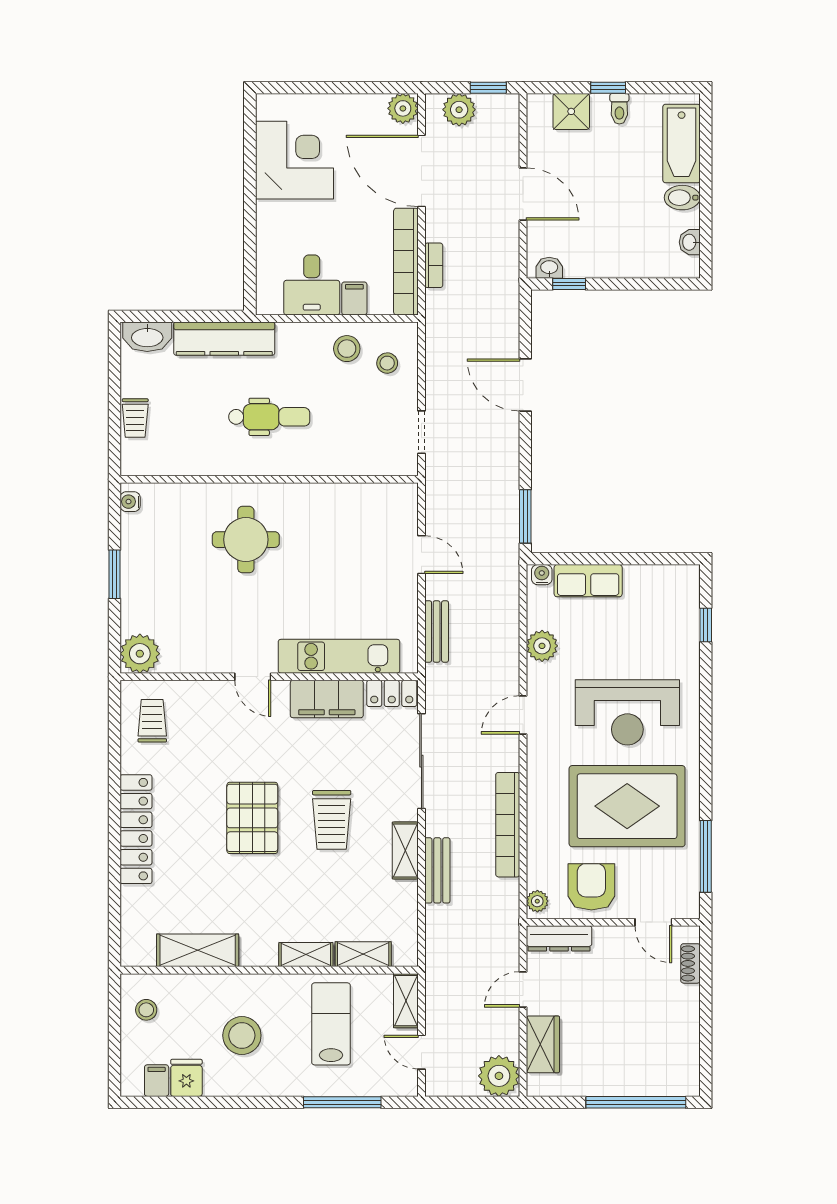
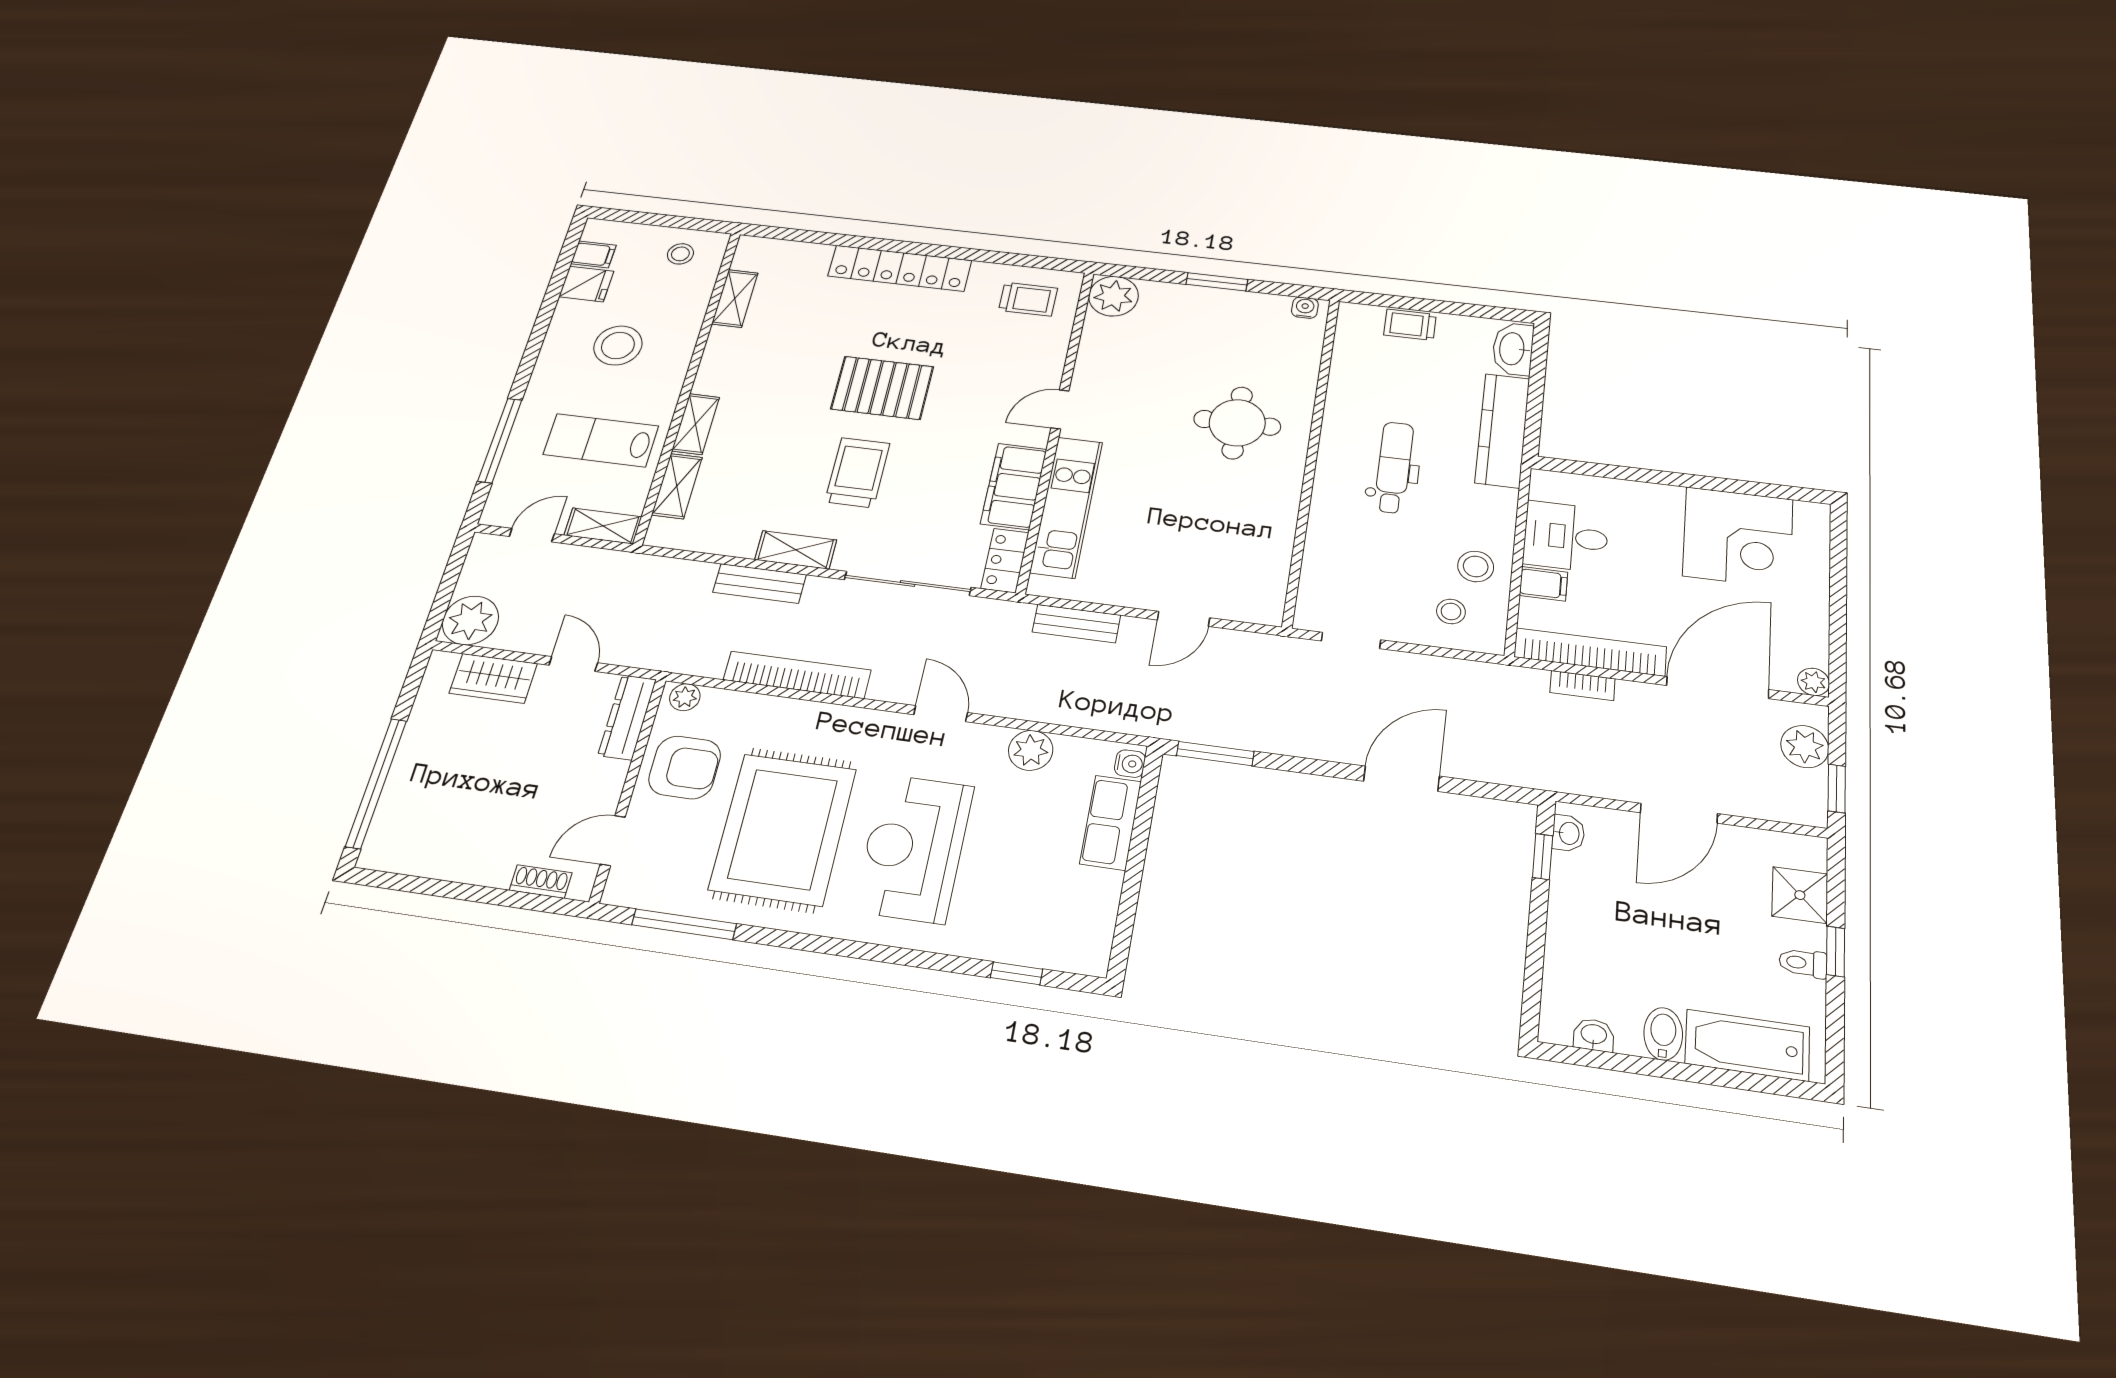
plant: (403, 108) -> (1813, 682), width x0.73, depth x0.73
dental chair: (269, 417) -> (1394, 467), turned 180
trolley: (332, 820) -> (857, 473), turned 90
shelving: (198, 950) -> (735, 298), width x0.67, depth x0.75
lab bench: (331, 1024) -> (601, 440), turned 180

